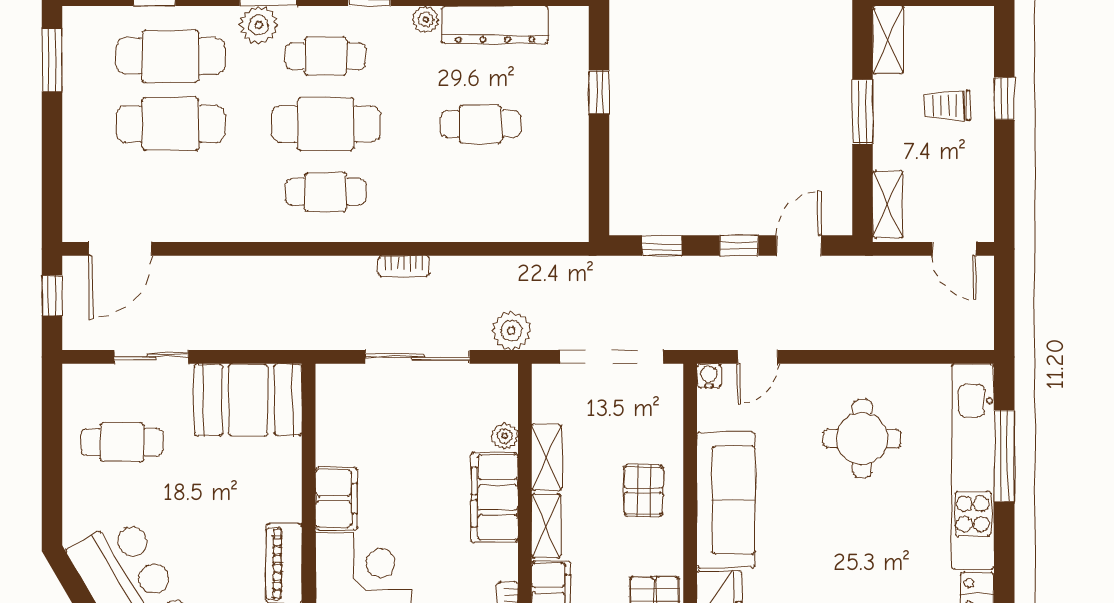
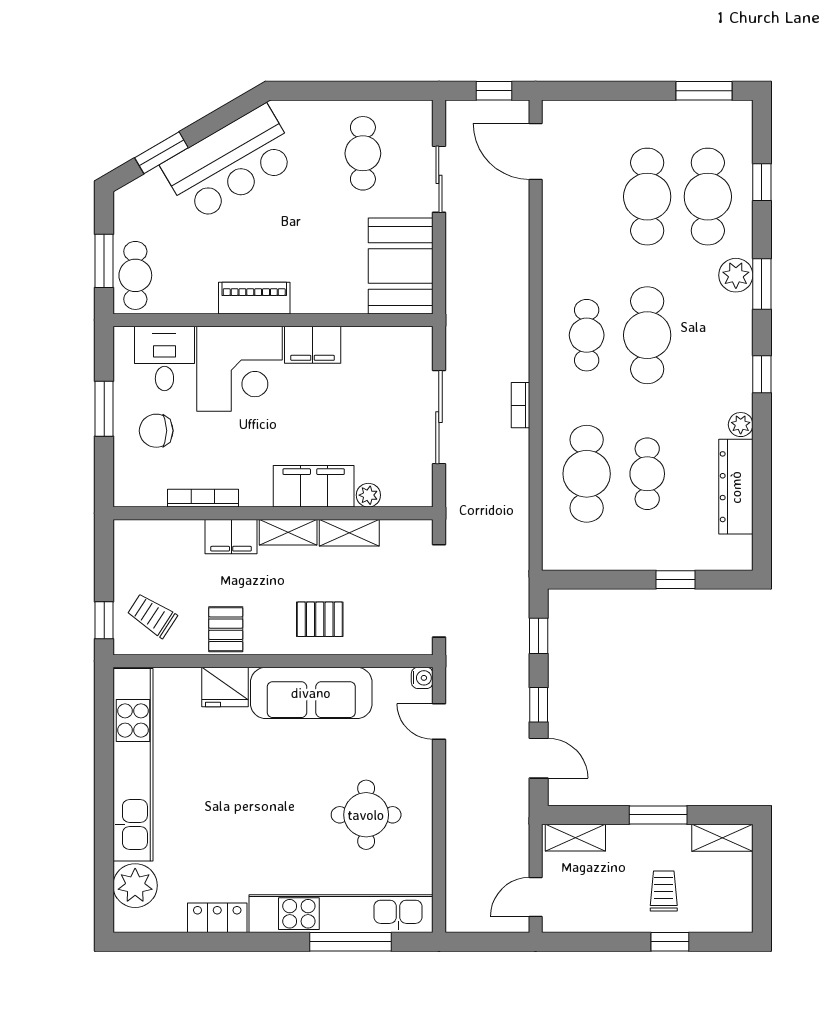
cafe table: (326, 56) -> (587, 474), moved, width x1.37, depth x1.35
plant: (511, 331) -> (463, 501), removed

